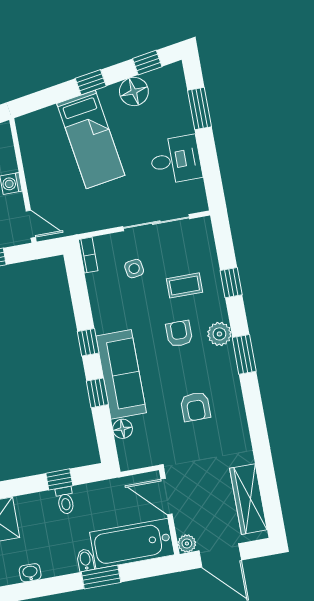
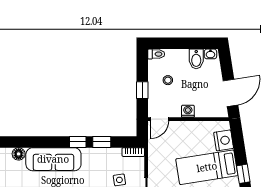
nightstand: (45, 121) -> (224, 140), added
window: (97, 393) -> (102, 142), moved

